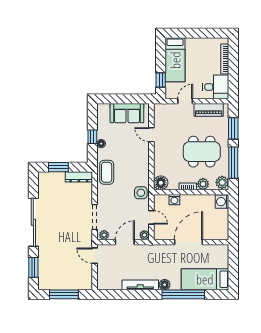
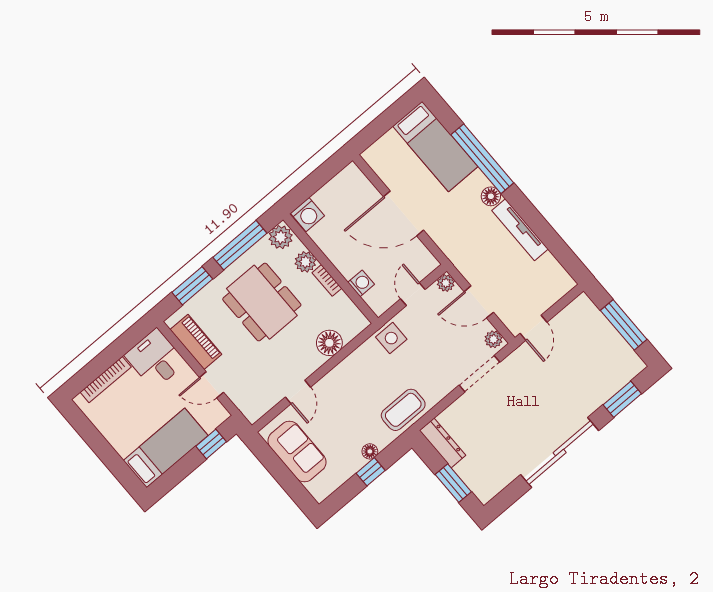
floor lamp: (161, 183) -> (329, 343), moved

